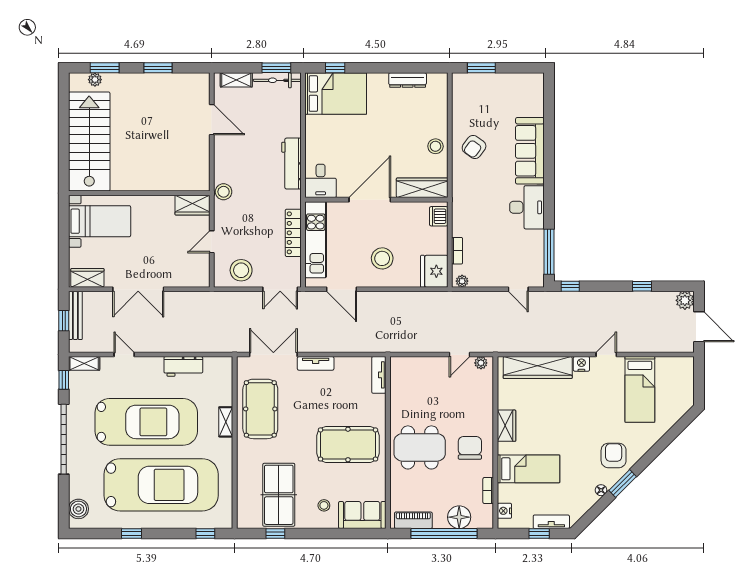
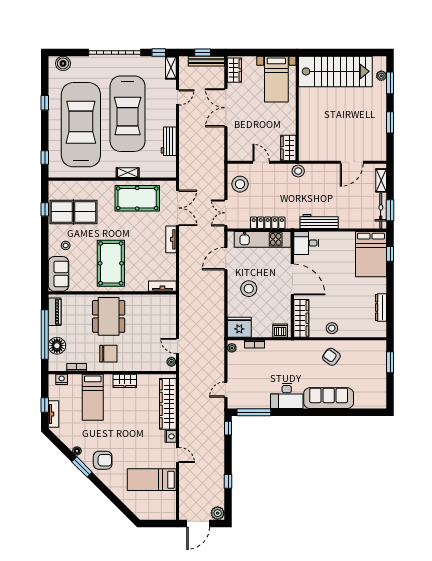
car: (161, 485) -> (81, 125), turned 180

